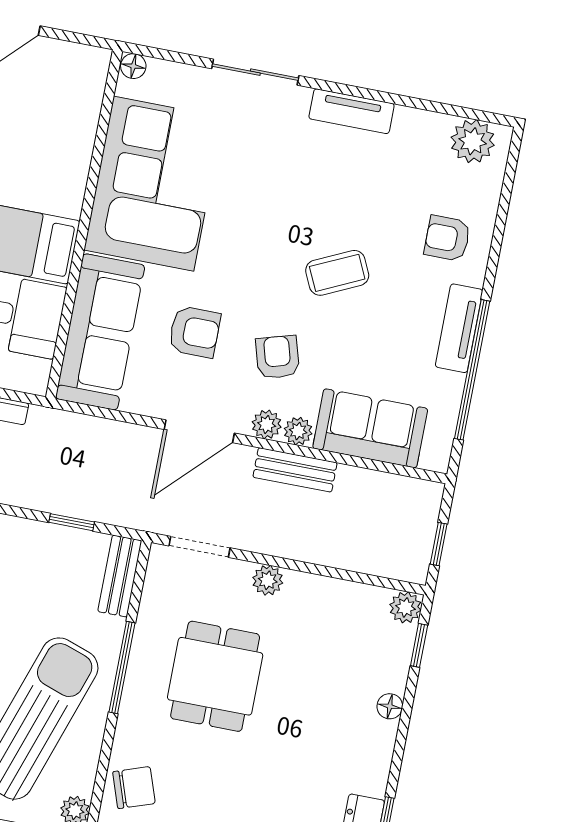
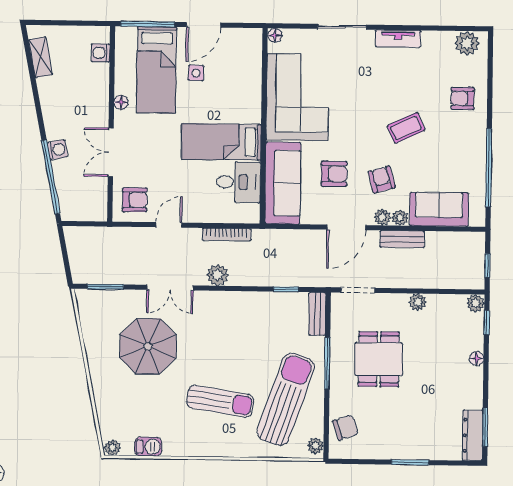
tv unit: (459, 328) -> (478, 146), removed
plant: (268, 580) -> (418, 302), moved

